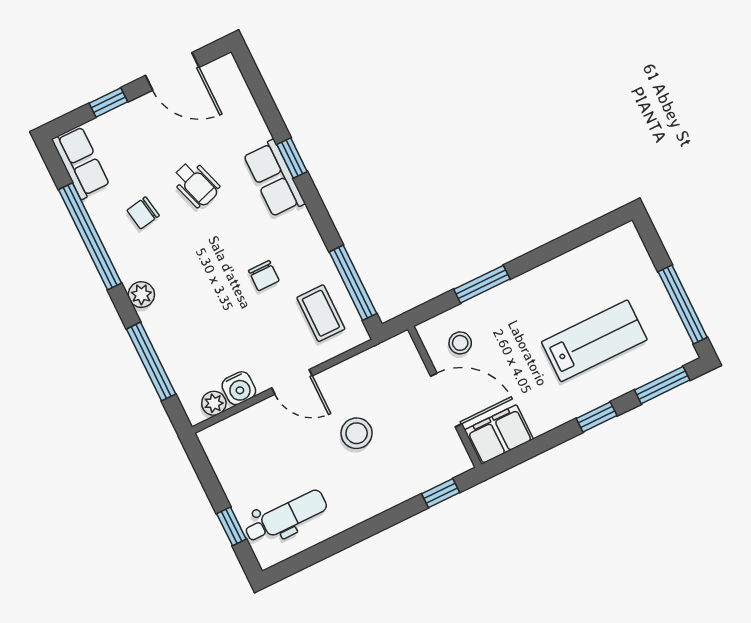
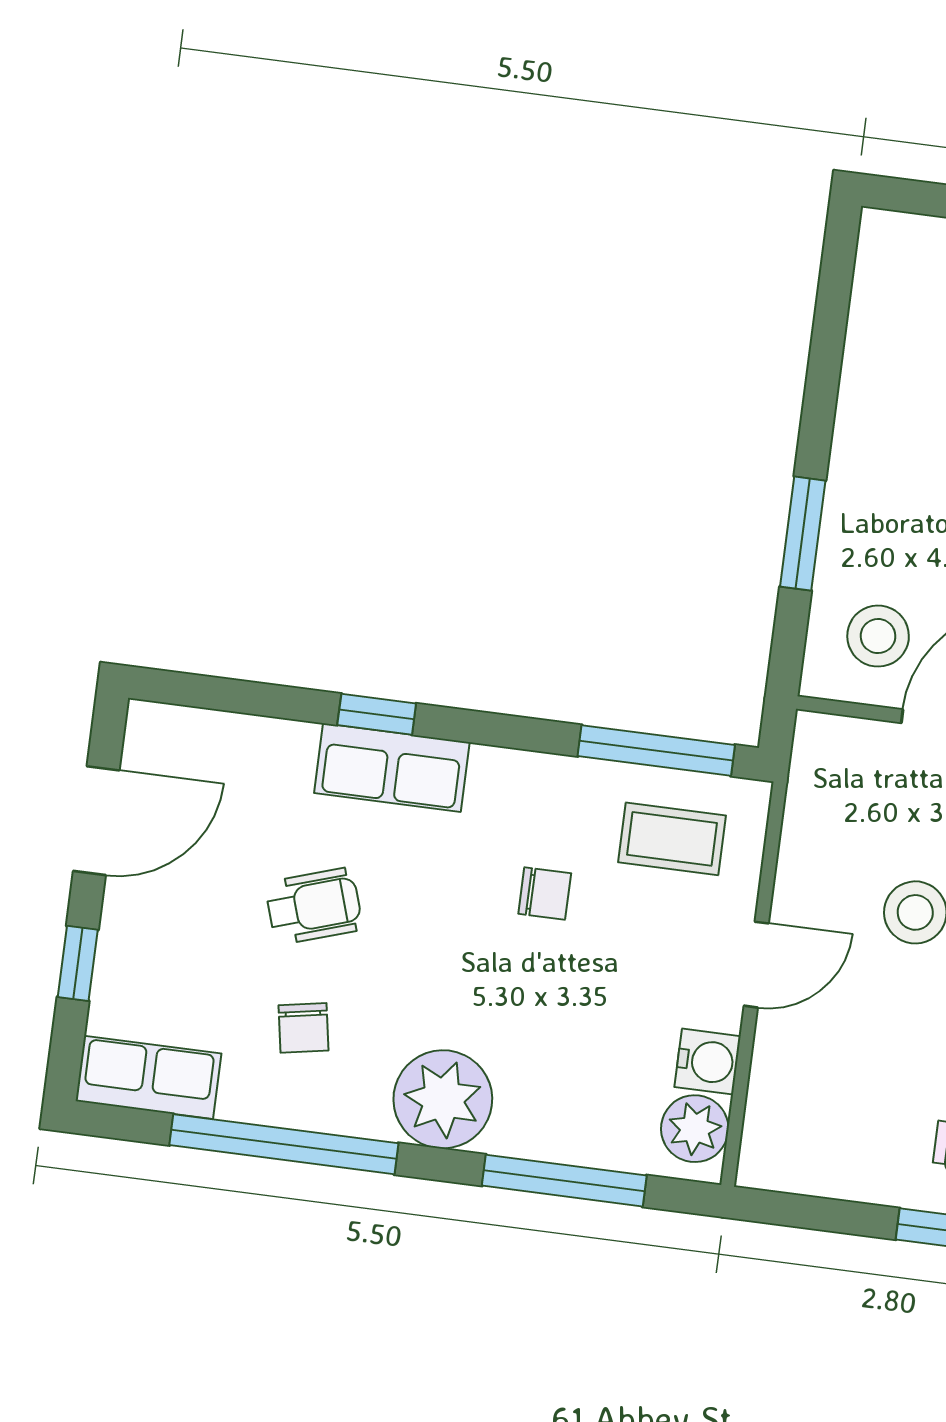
plant: (141, 295) -> (443, 1099), width x1.87, depth x1.87
stool: (460, 343) -> (878, 636), width x1.37, depth x1.37
plant: (214, 403) -> (695, 1129), width x1.38, depth x1.38

